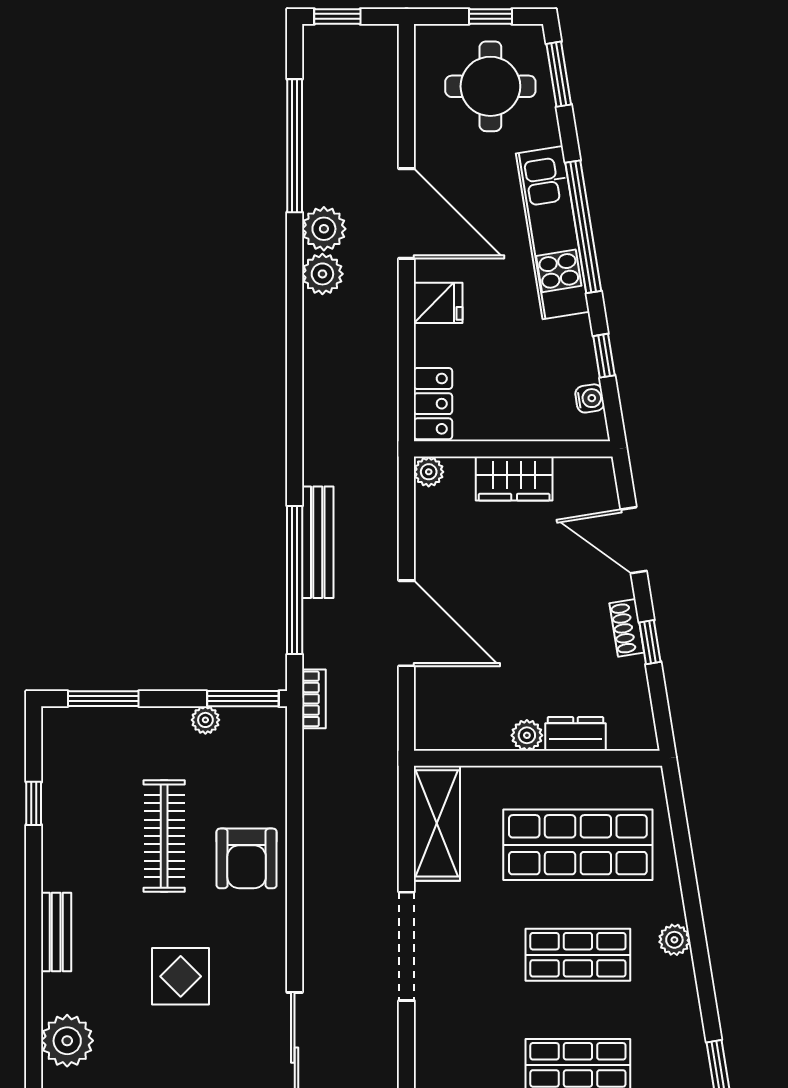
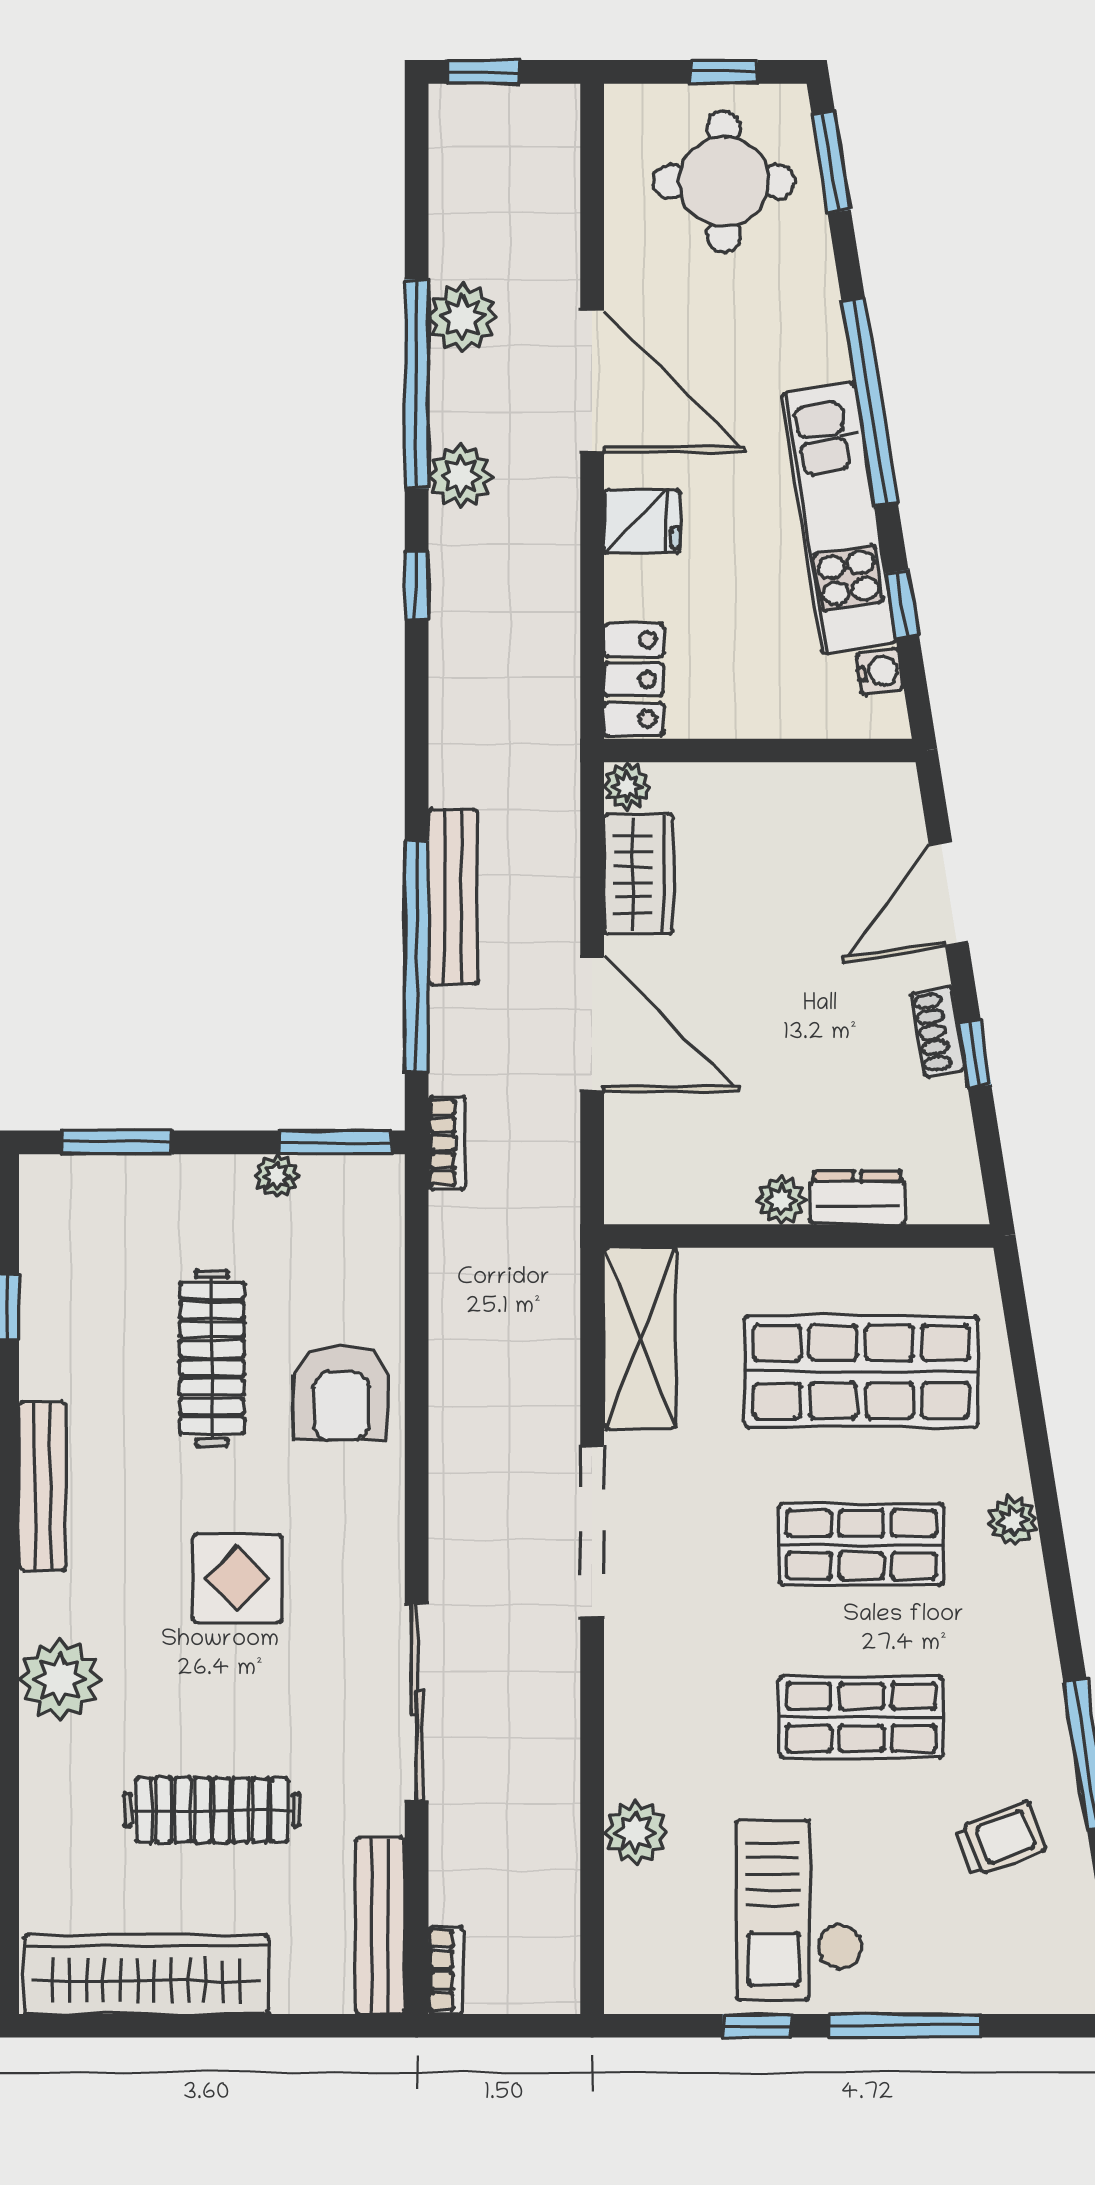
window: (295, 146) -> (417, 384), moved
plant: (324, 229) -> (463, 317), moved
kitchen unit: (553, 233) -> (839, 518), moved
window: (295, 343) -> (417, 585), added
wardrobe: (514, 478) -> (639, 874), moved, turned -90
door: (634, 540) -> (949, 894), hinge flipped
bench: (56, 932) -> (42, 1486), width x1.36

